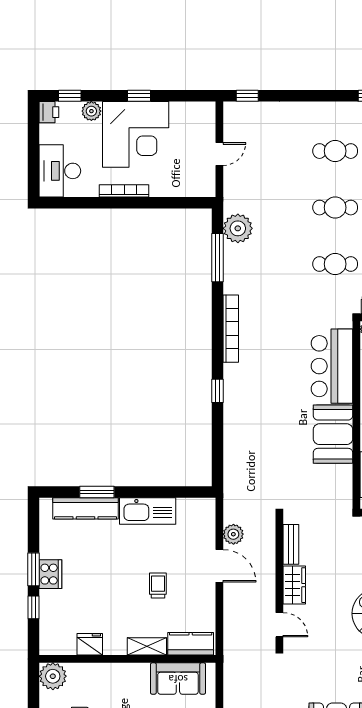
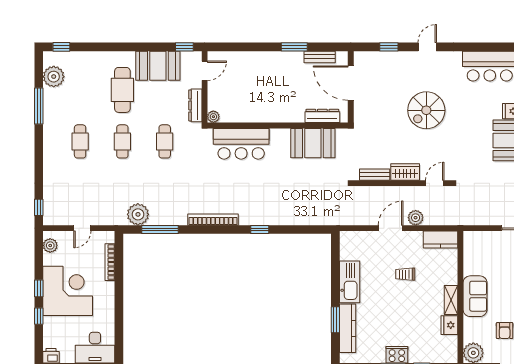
window: (70, 96) -> (39, 316), moved
plant: (91, 111) -> (50, 245), moved
door: (219, 154) -> (82, 228), swing flipped
bookcase: (124, 191) -> (110, 262), moved
booth: (333, 434) -> (313, 143), moved
plant: (233, 534) -> (416, 218), moved
kitchen counter: (191, 644) -> (440, 239), moved, turned -90
shelving: (147, 646) -> (451, 300), moved
sofa: (178, 679) -> (475, 296), moved

